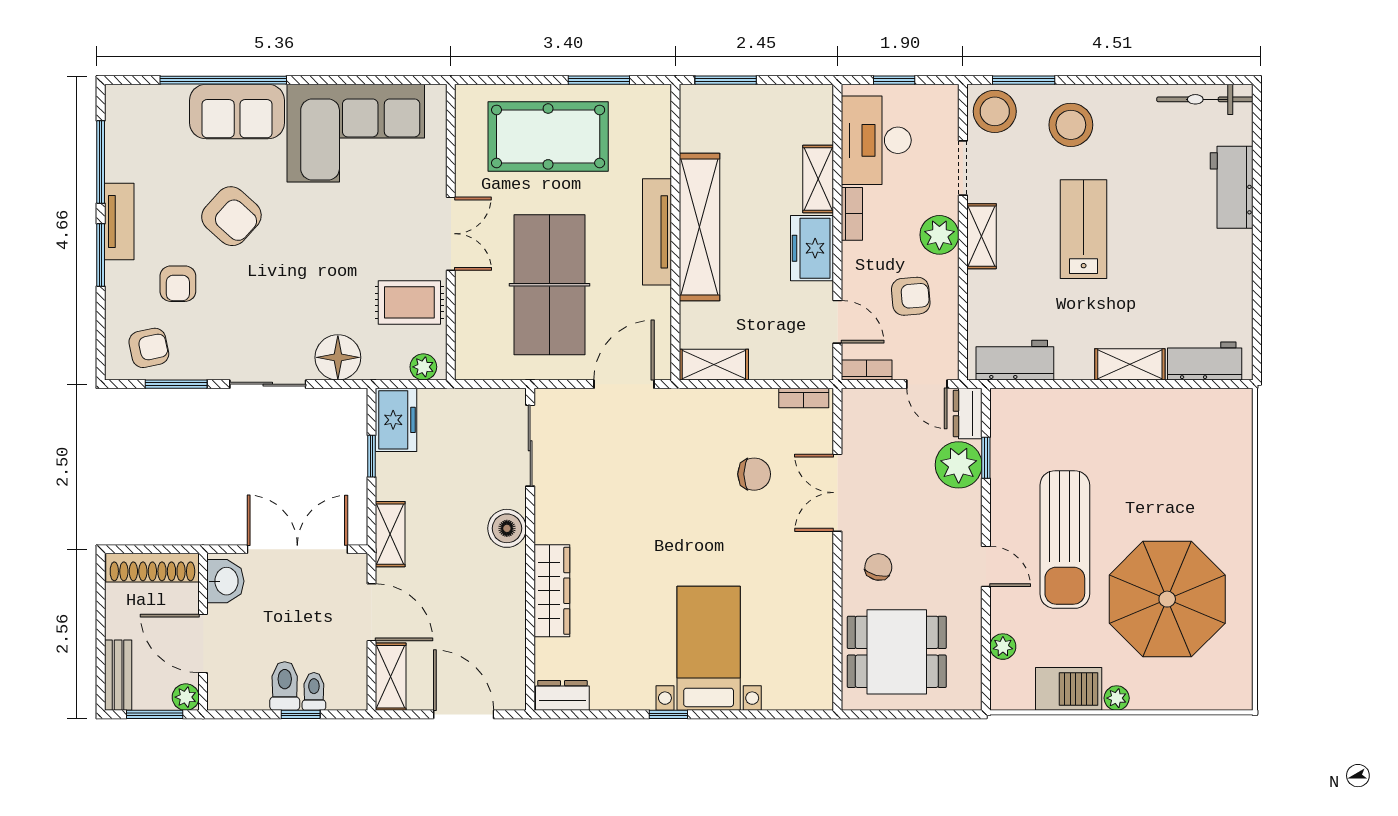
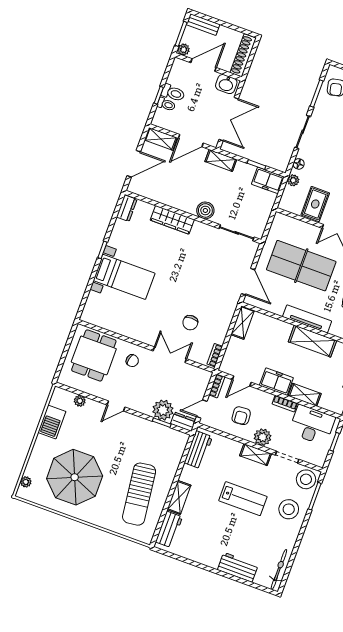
shelving: (700, 227) -> (312, 341), width x0.68
floor lamp: (338, 357) -> (299, 164), width x0.53, depth x0.53
plant: (423, 367) -> (293, 180), moved
sun lounger: (1065, 540) -> (139, 494), moved, turned -97
plant: (1117, 698) -> (26, 482), moved

